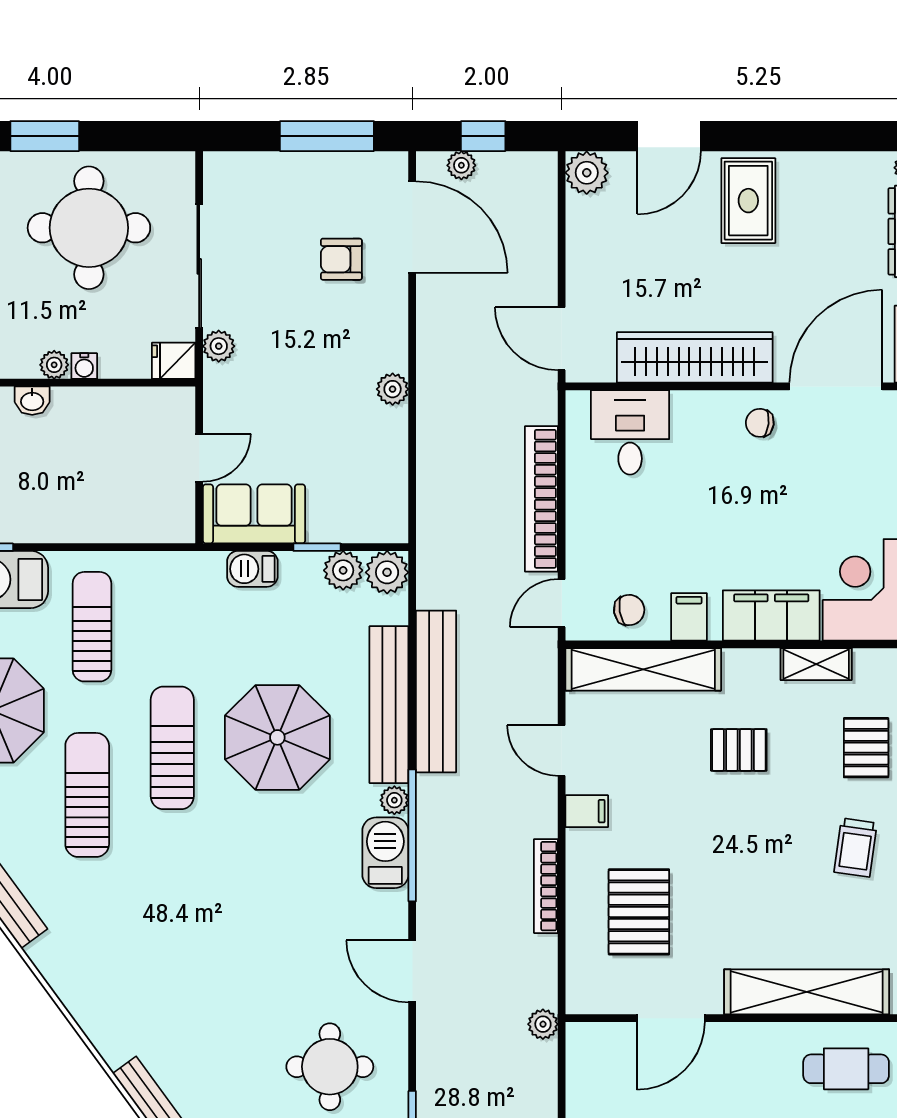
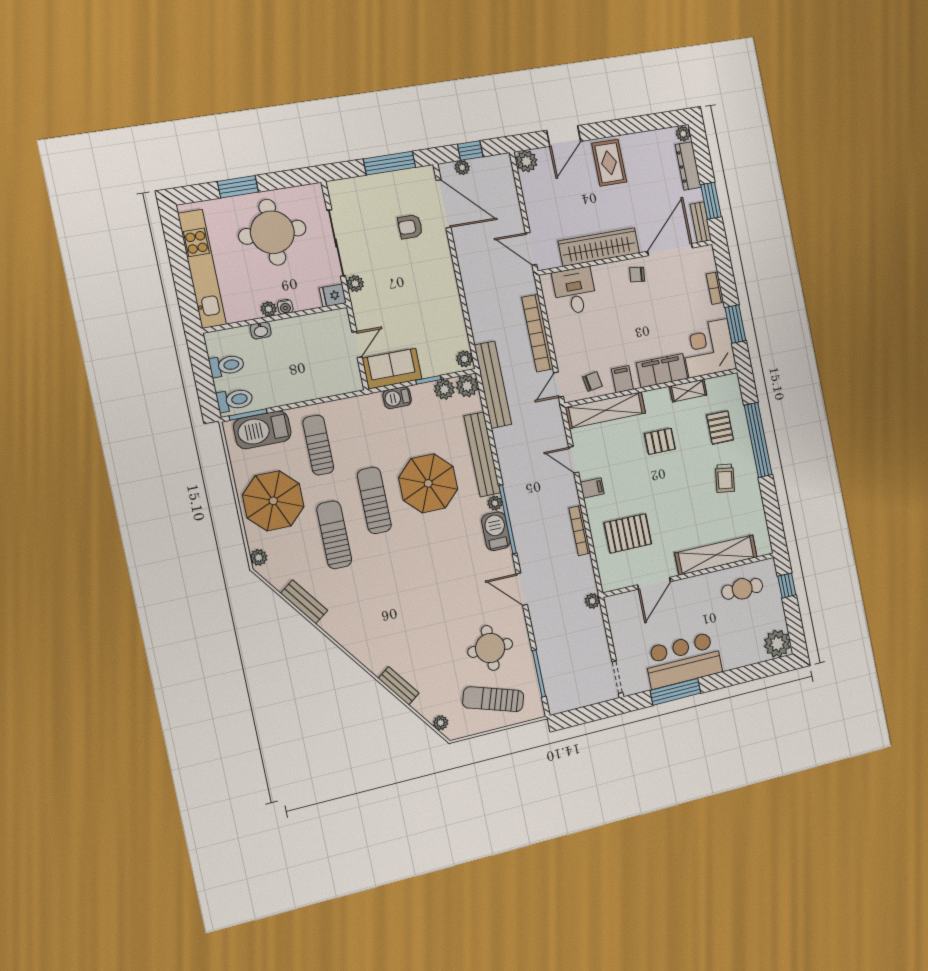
plant: (393, 389) -> (465, 359), moved
bench: (436, 691) -> (493, 385), moved
pallet: (639, 912) -> (628, 533), turned 90

